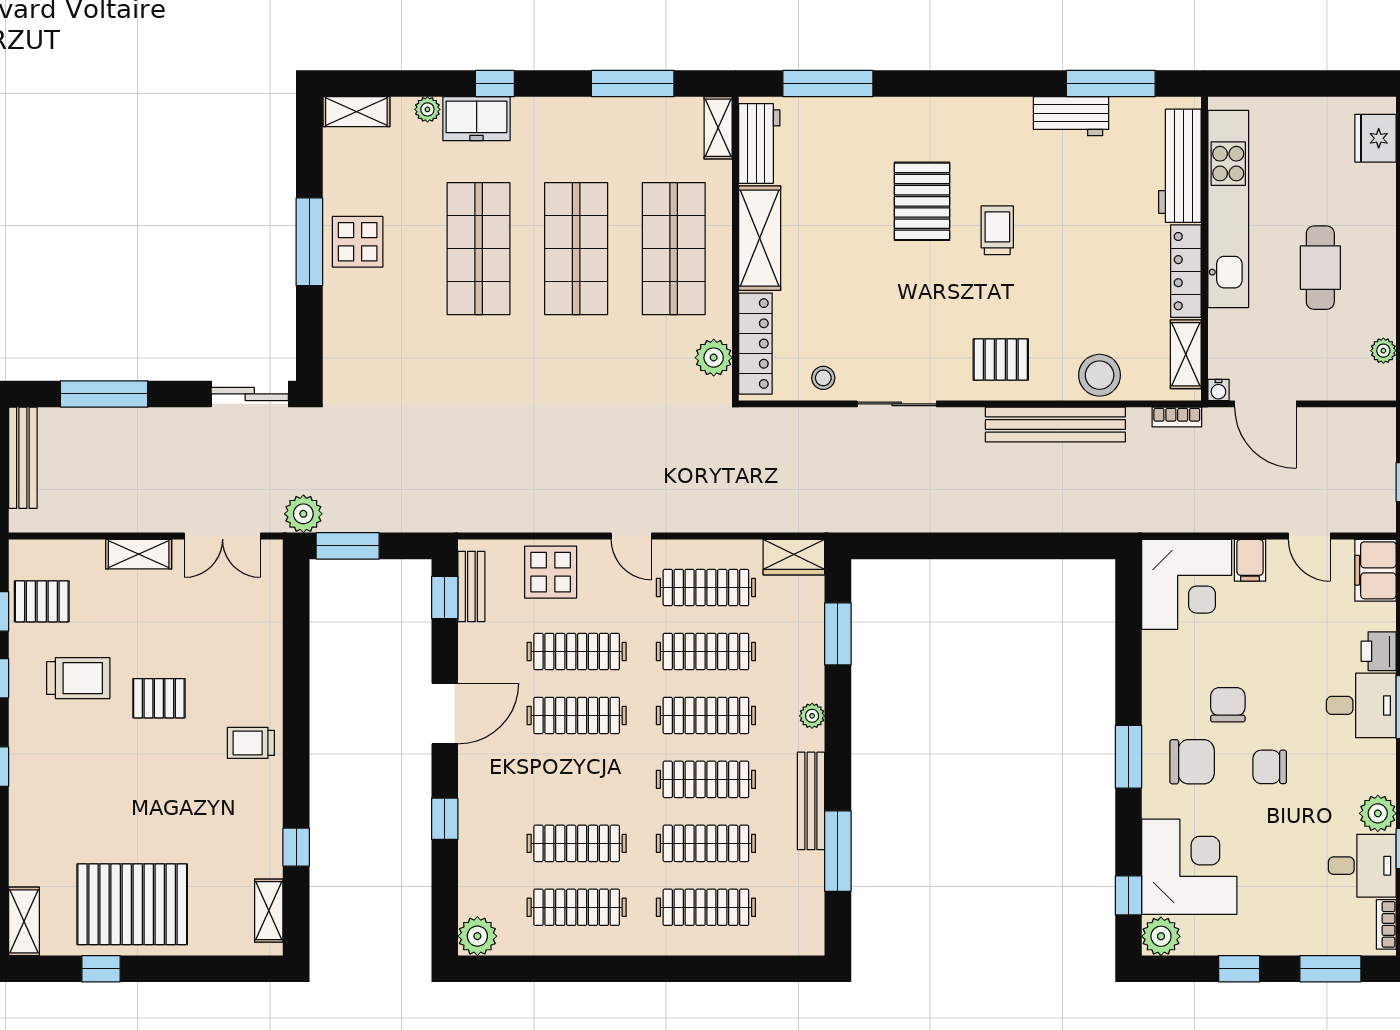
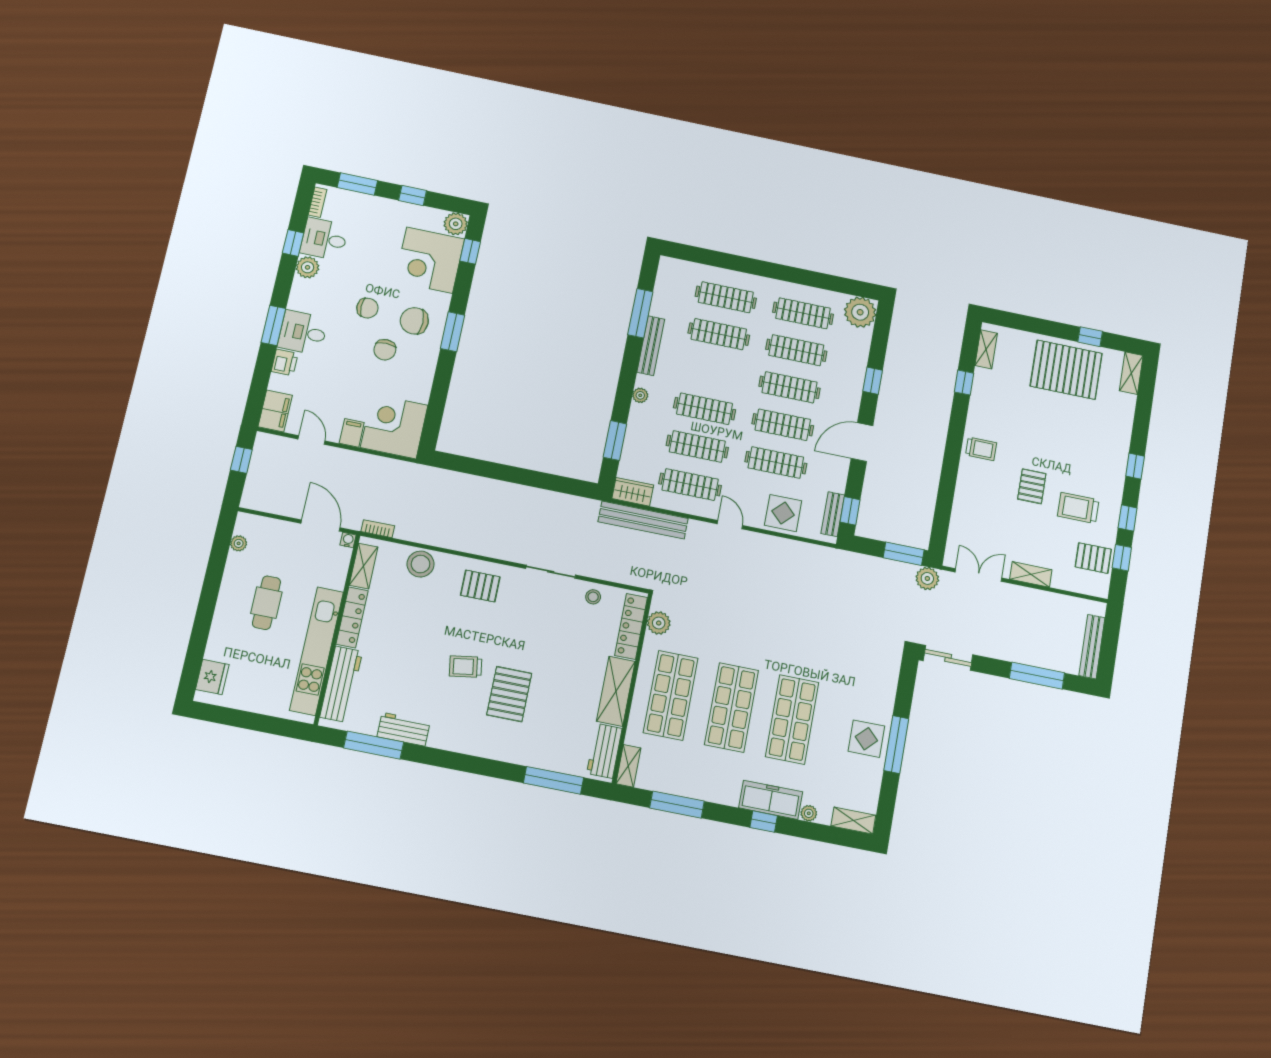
freezer: (477, 119) -> (771, 800), width x1.40
trolley: (997, 230) -> (466, 667), turned 81
bench: (1055, 425) -> (643, 520), moved
pallet: (159, 698) -> (1032, 486), turned 90
clothes rail: (706, 779) -> (790, 387), moved
plant: (477, 936) -> (860, 312), width x1.36, depth x1.36

